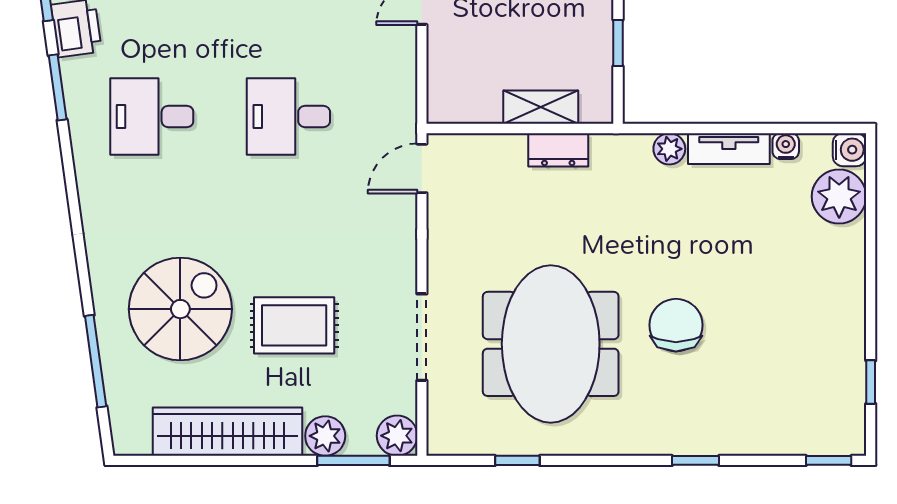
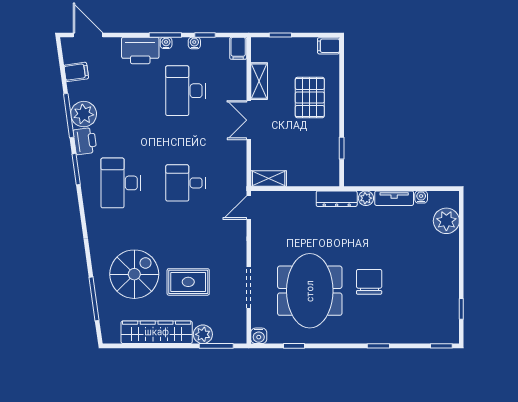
shelving: (541, 107) -> (269, 179), moved
desk: (152, 117) -> (121, 183), width x1.37
dresser: (558, 150) -> (337, 199), moved, width x1.44
water cooler: (850, 150) -> (259, 336), moved, turned 90
plant: (397, 436) -> (237, 334), removed

